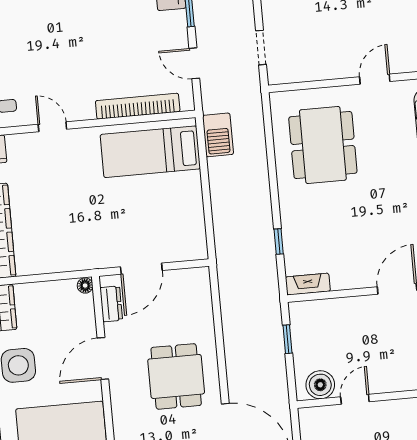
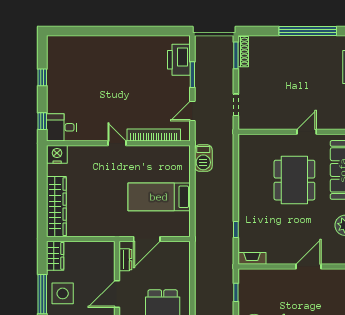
door: (194, 63) -> (192, 111), hinge flipped
door: (52, 127) -> (117, 143), moved
dining table: (323, 145) -> (294, 180), moved
bed: (150, 152) -> (159, 197), moved
floor lamp: (85, 286) -> (110, 246), removed

